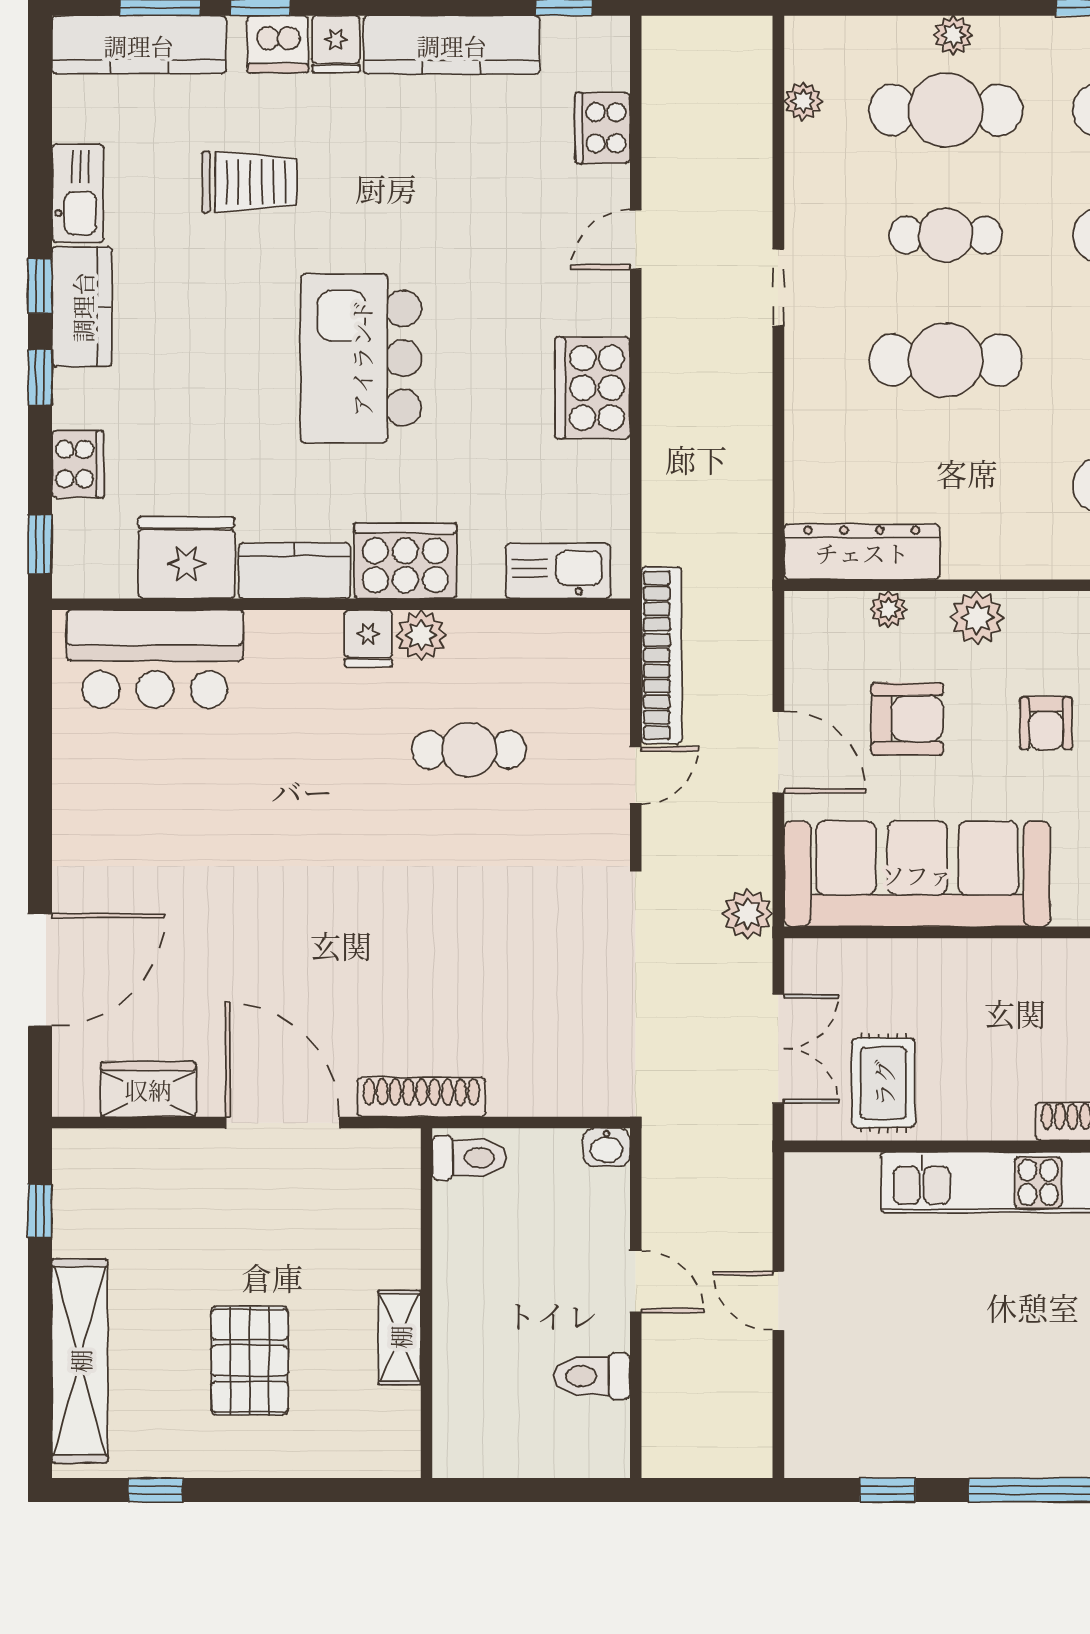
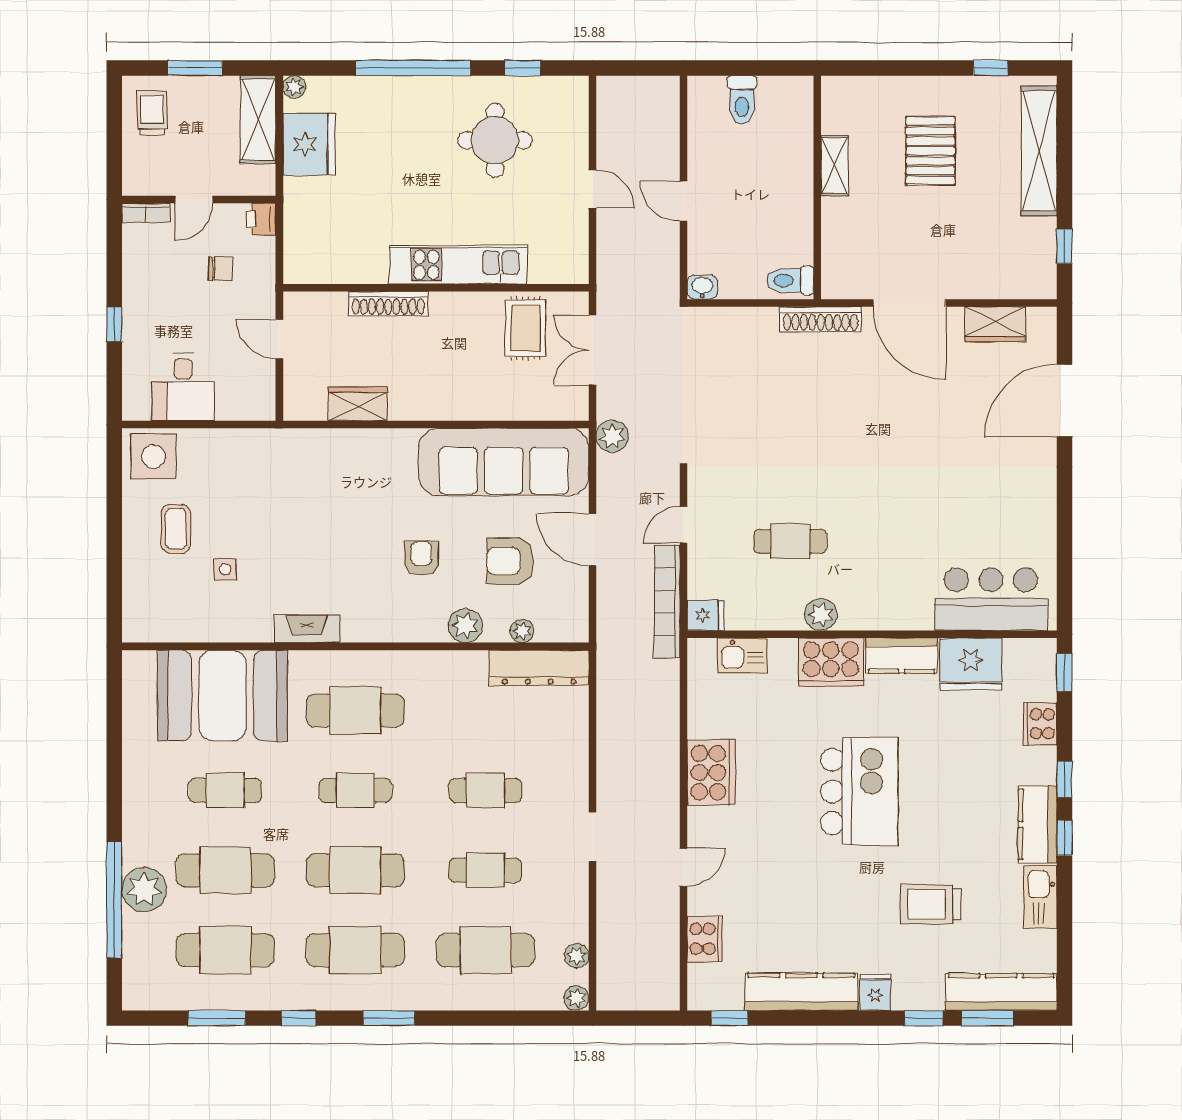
plant: (953, 35) -> (576, 998), moved
dishwasher: (278, 44) -> (912, 992), removed
cafe table: (946, 360) -> (485, 790), width x0.73, depth x0.74
kitchen sink: (558, 571) -> (742, 656), width x0.73
fridge: (368, 638) -> (705, 615), moved, turned 90
toilet: (592, 1376) -> (742, 100), moved, turned 90
round table: (931, 1377) -> (495, 140), added

